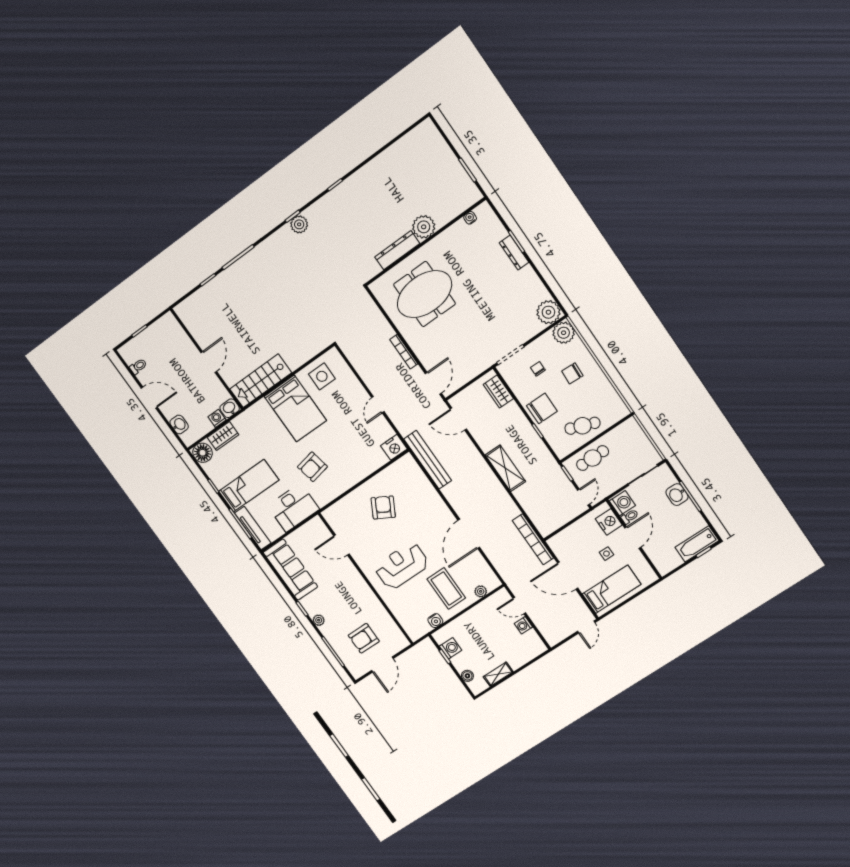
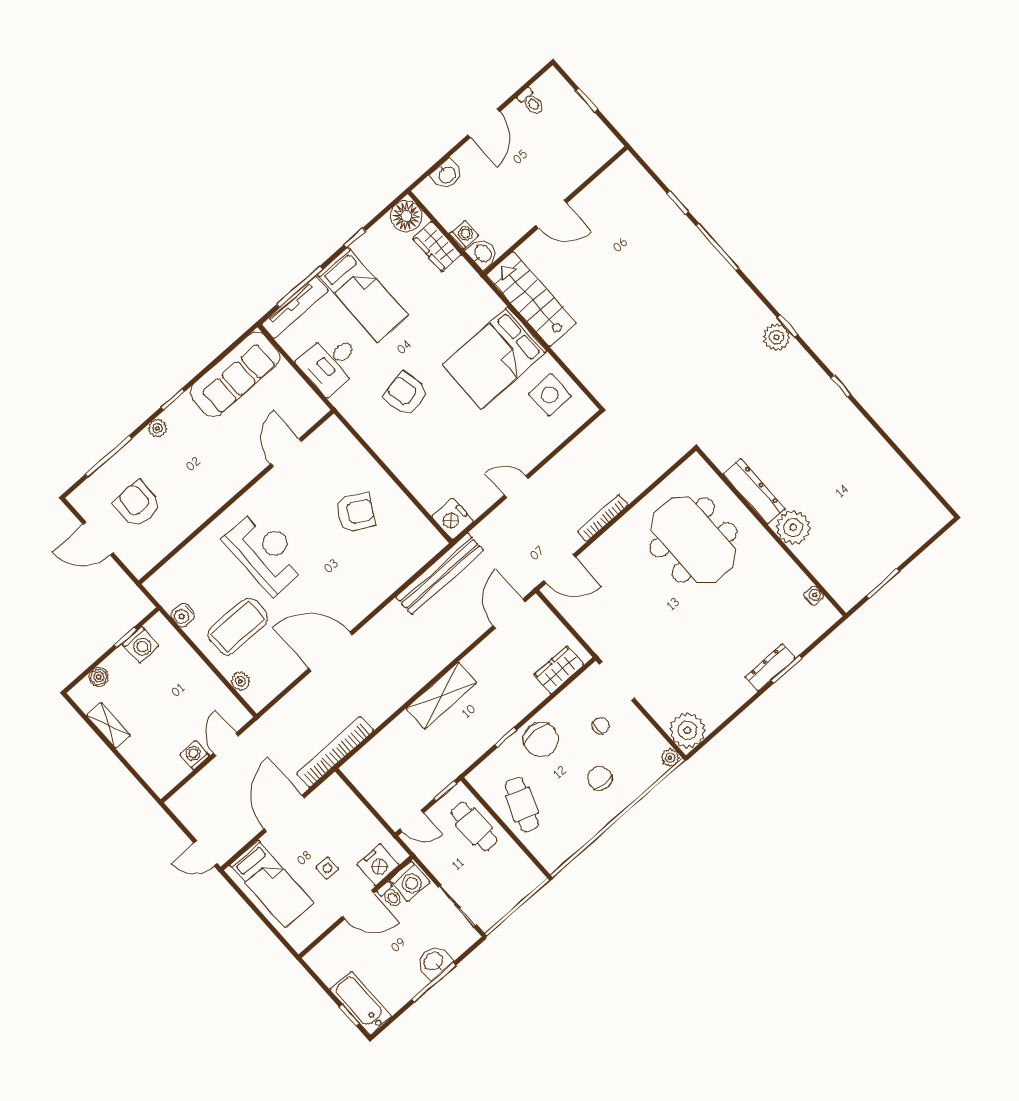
plant: (564, 333) -> (670, 758), width x0.53, depth x0.53
desk: (293, 508) -> (330, 363), width x0.73

